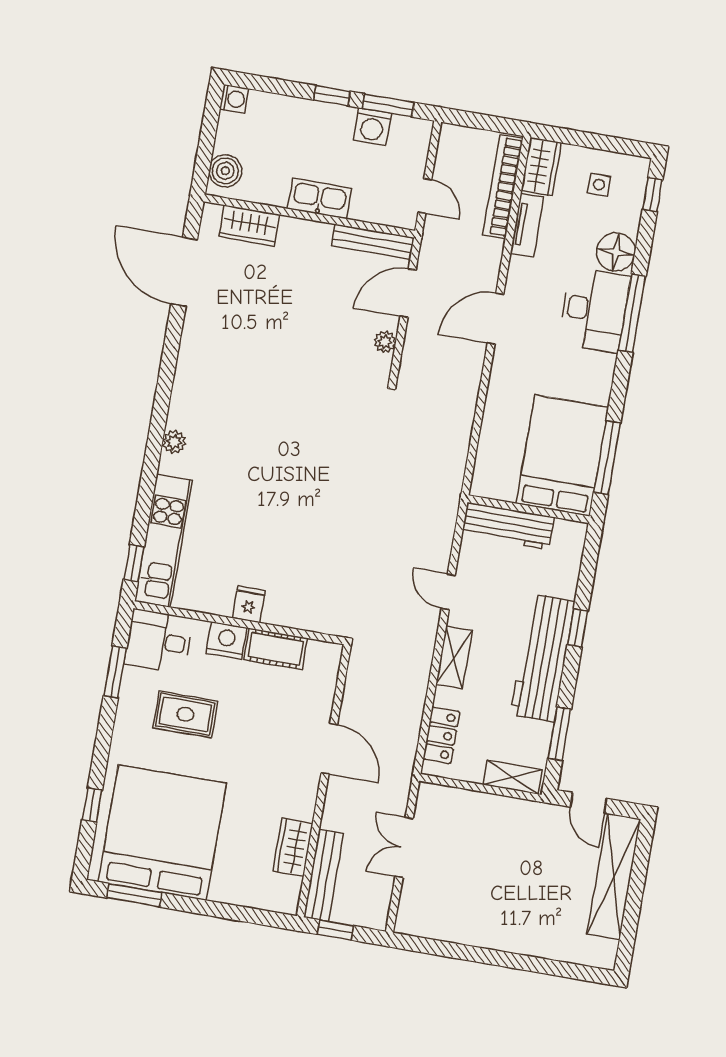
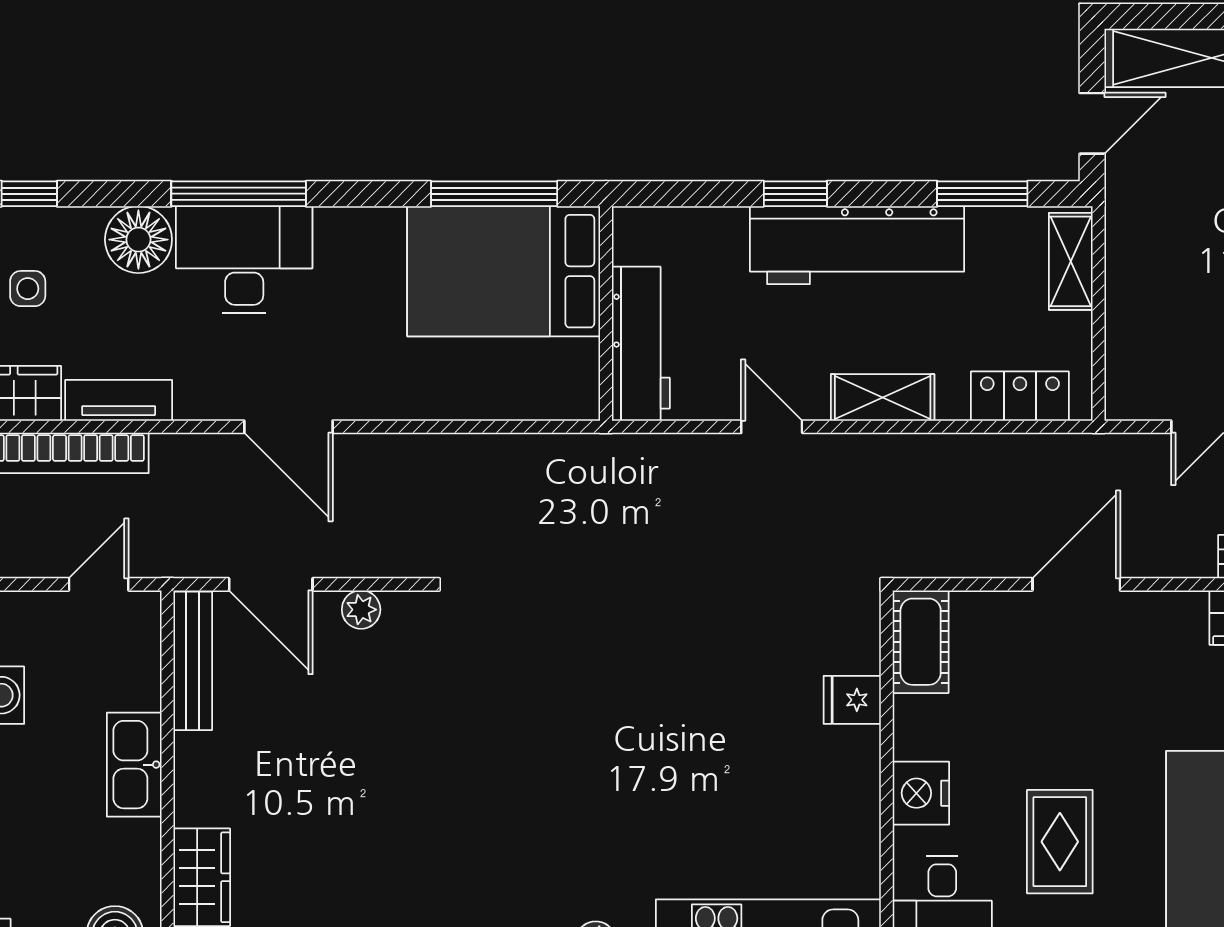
door: (448, 592) -> (772, 427), swing flipped
fridge: (249, 604) -> (852, 700), moved
cot: (276, 649) -> (921, 642), moved

